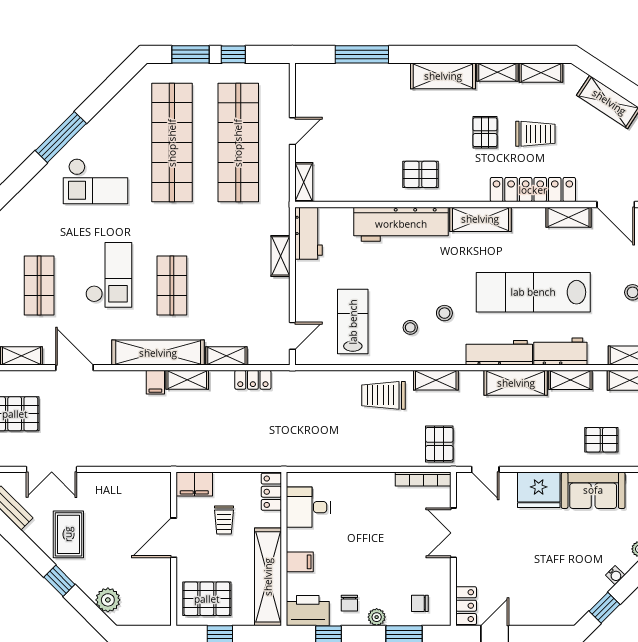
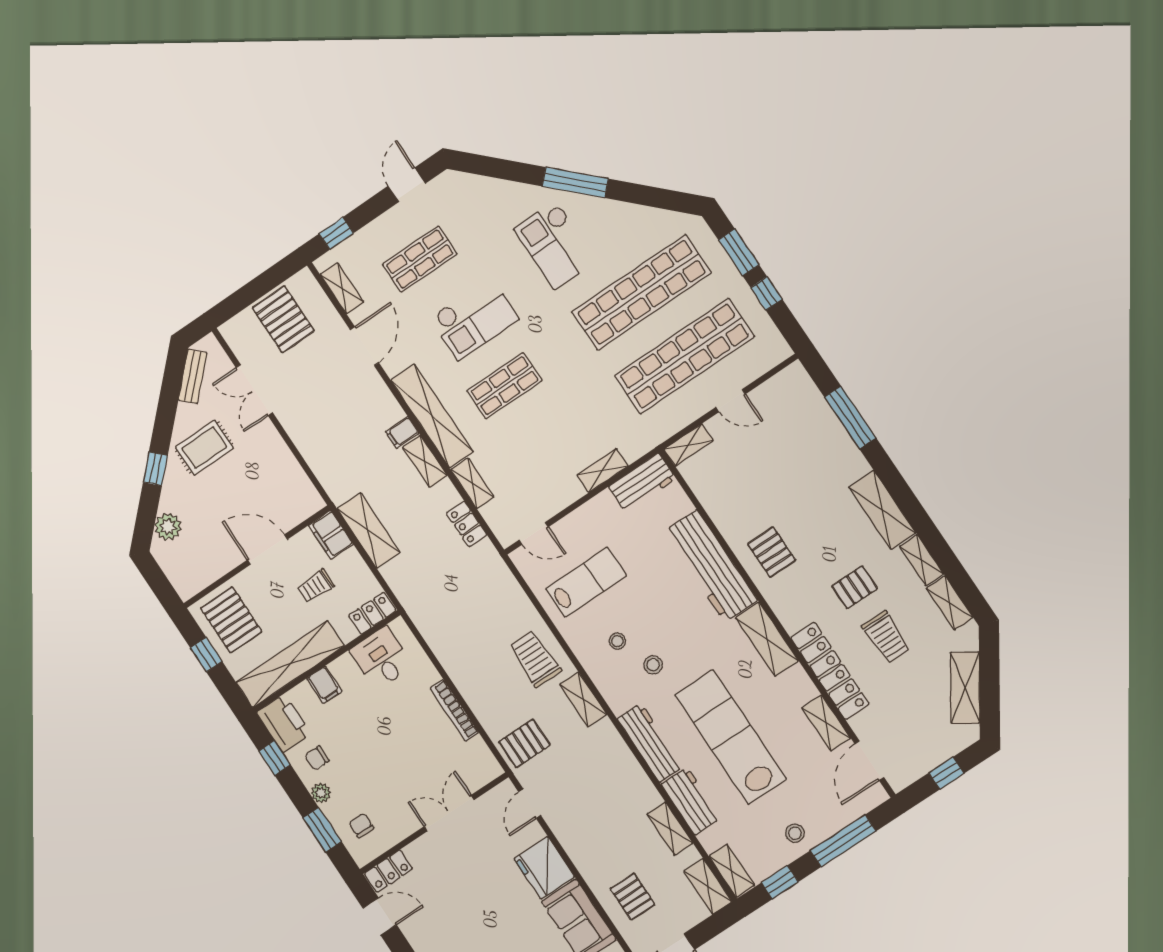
shelving: (516, 383) -> (369, 530), moved
bookcase: (423, 479) -> (454, 710), moved

